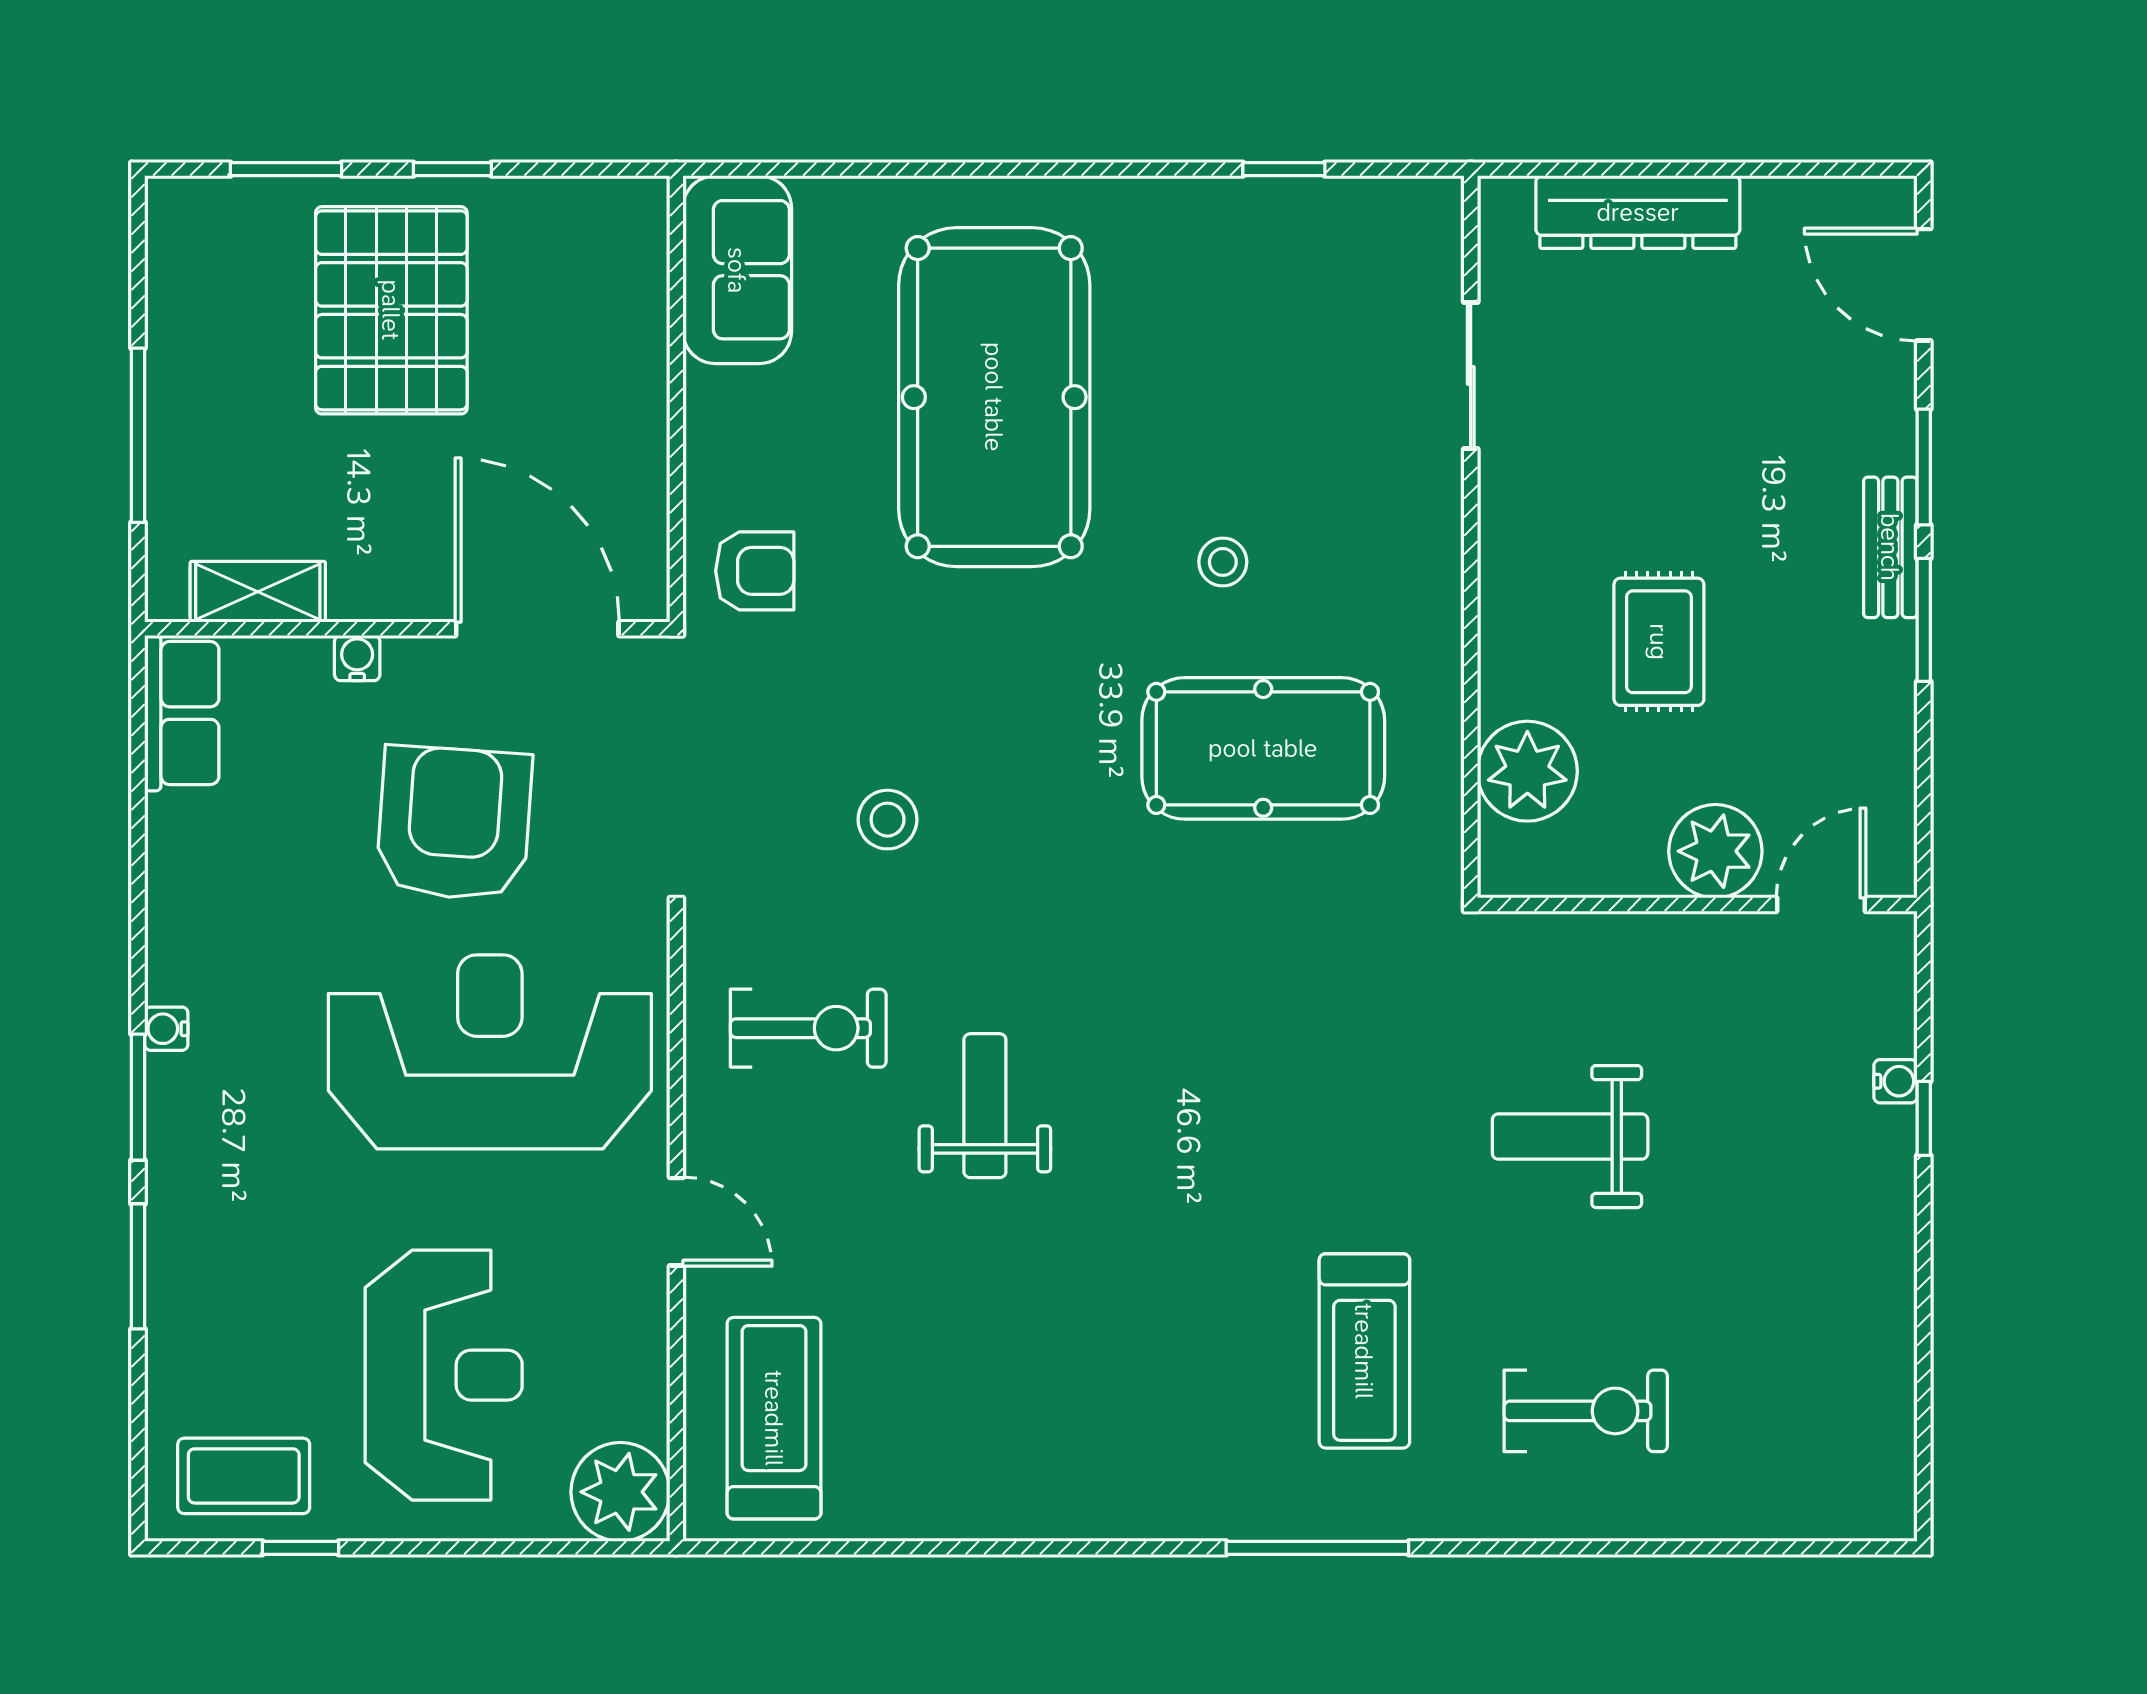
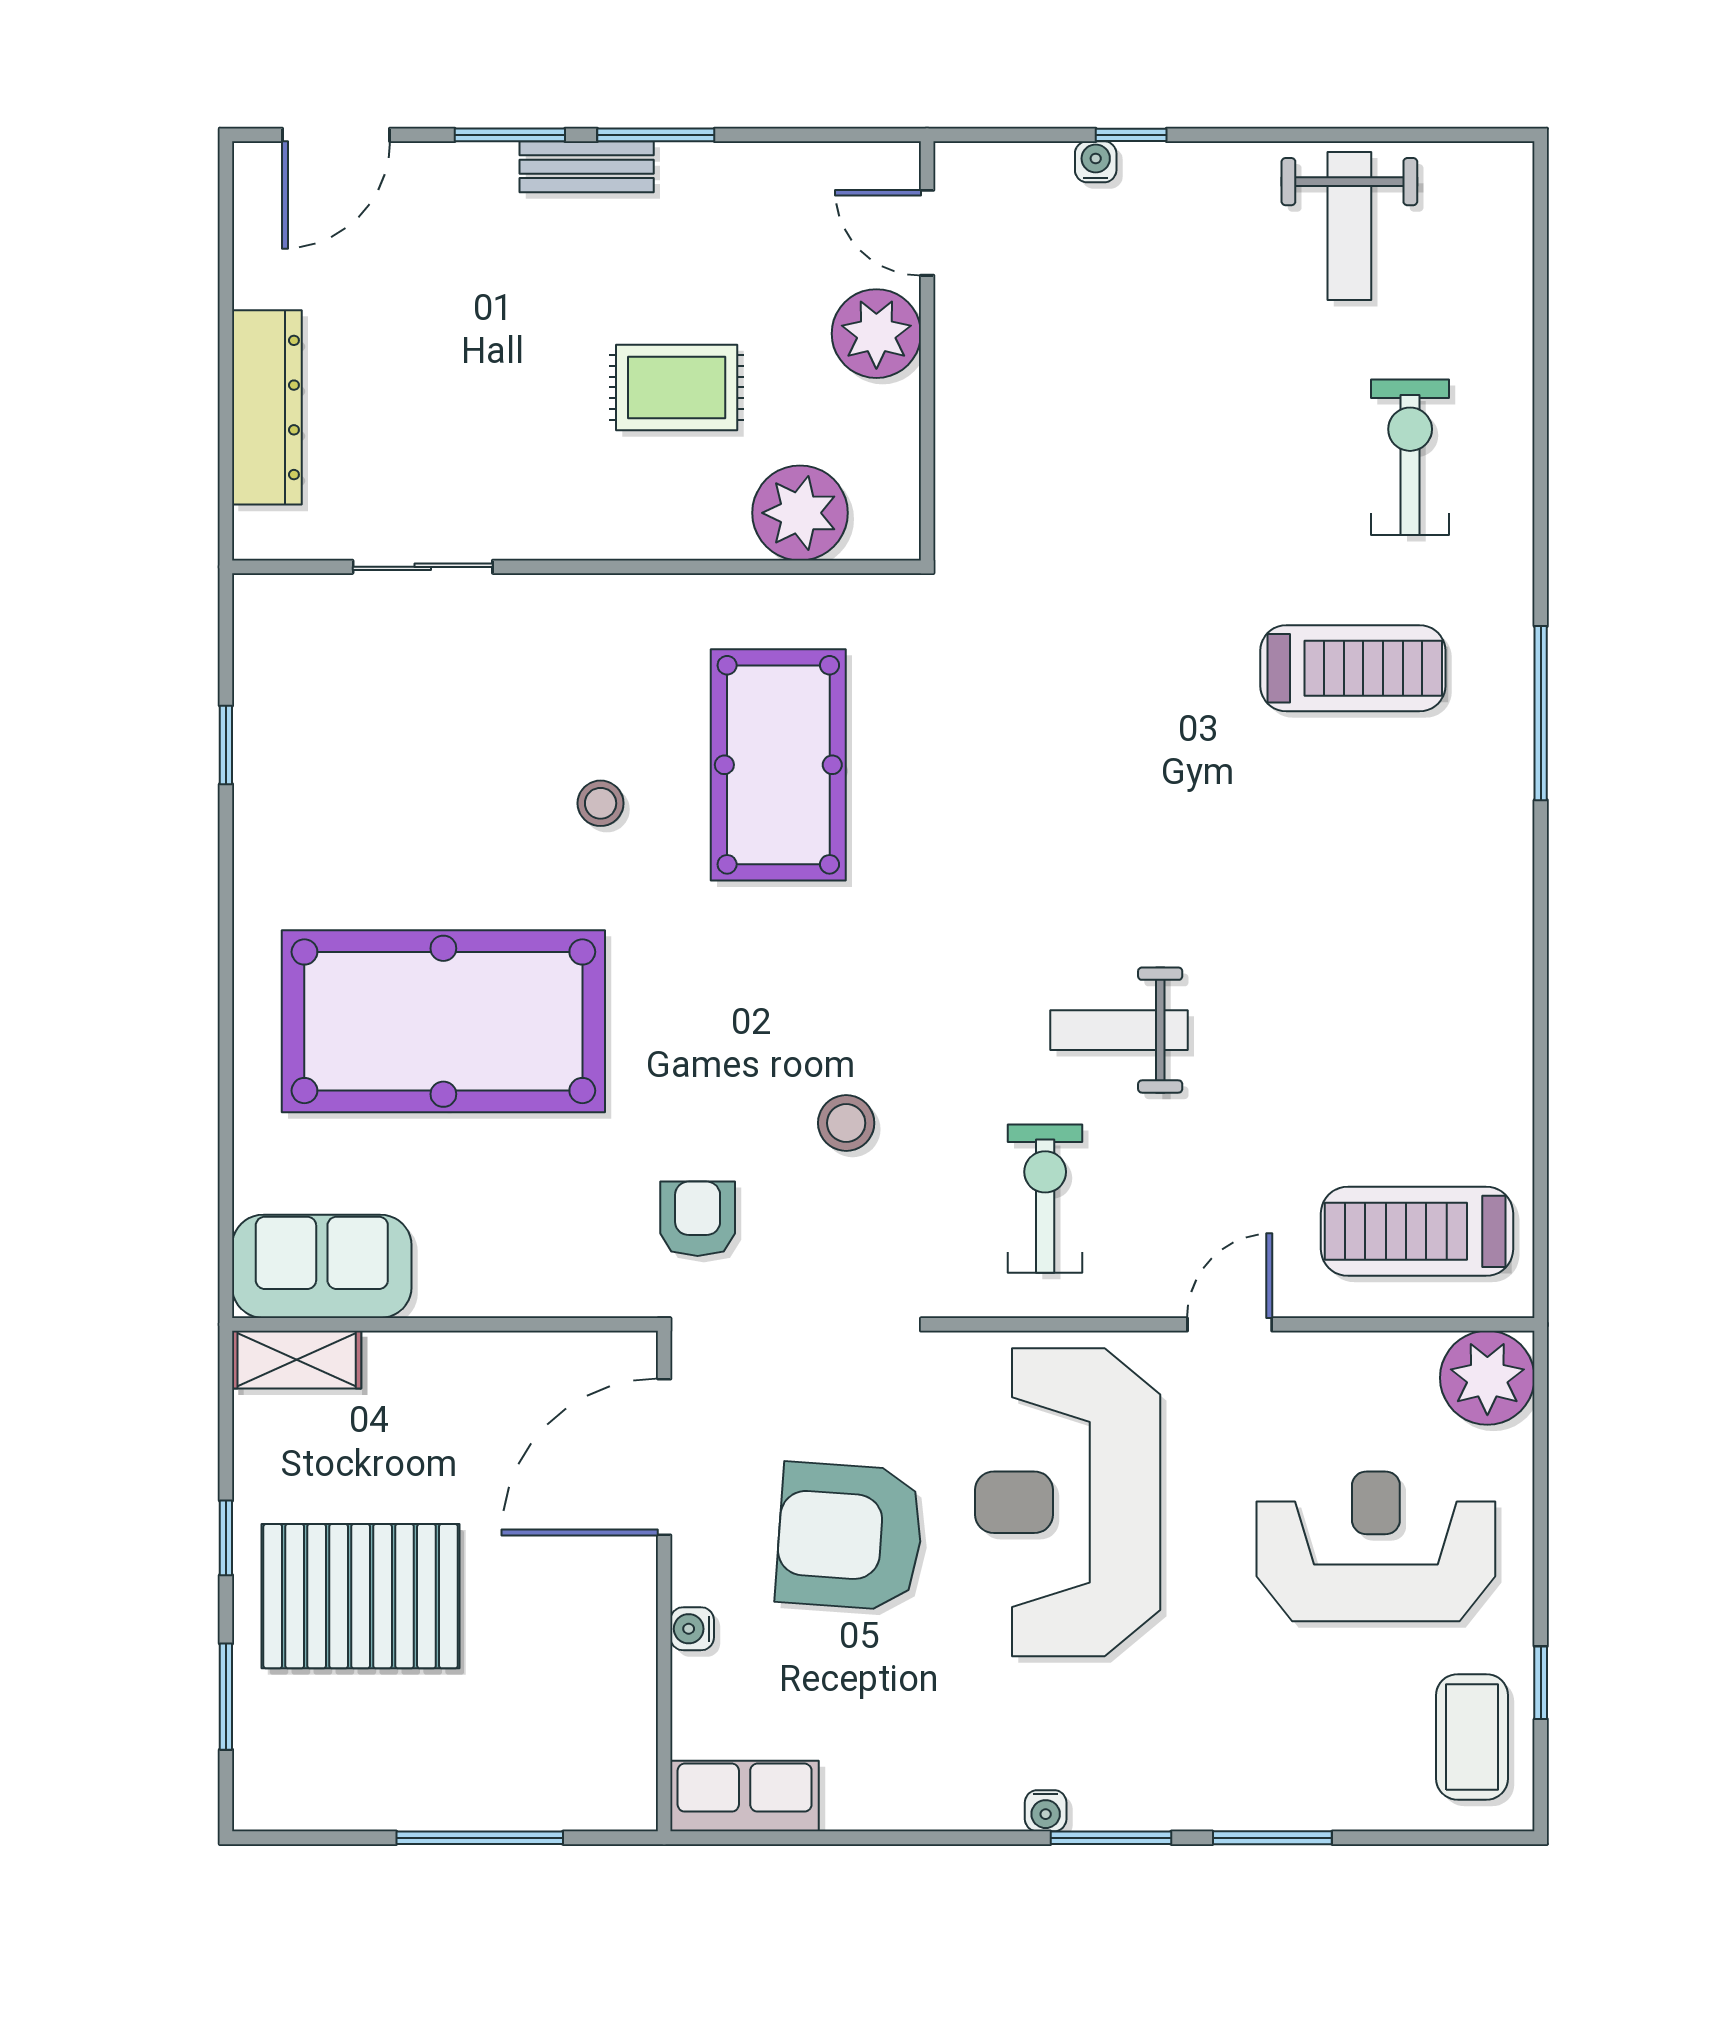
armchair: (755, 571) -> (698, 1219), moved
shelving: (258, 592) -> (297, 1360), moved, turned 90
weight bench: (1570, 1137) -> (1349, 226), moved

